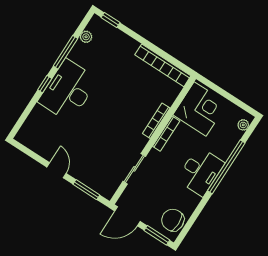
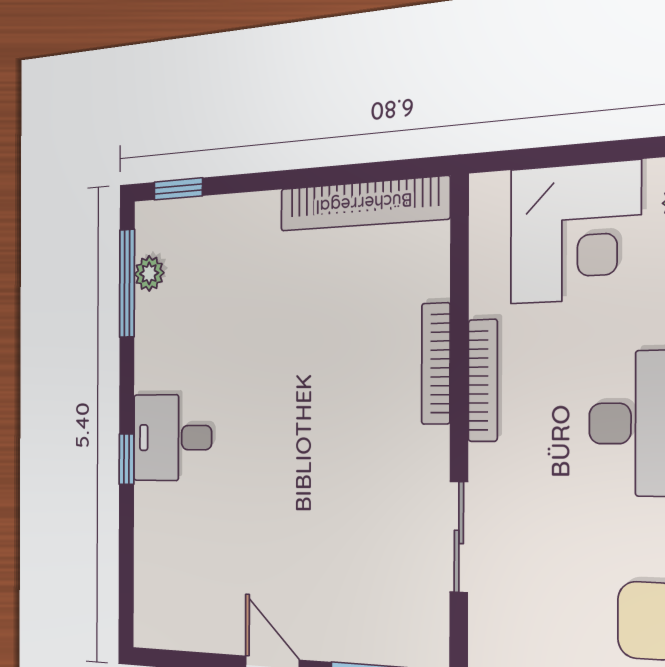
window: (65, 52) -> (127, 283), moved
desk: (68, 90) -> (172, 438), width x0.53, depth x0.77
corner desk: (200, 109) -> (575, 233), moved, turned 90

